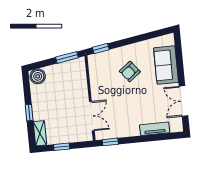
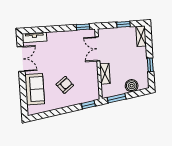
boiler: (38, 76) -> (132, 86), moved
shelving: (82, 87) -> (105, 74), added
window: (29, 113) -> (150, 65), moved
tv unit: (155, 129) -> (34, 37), moved

